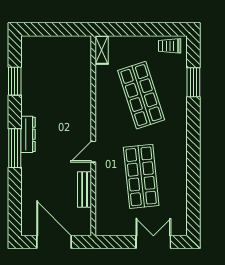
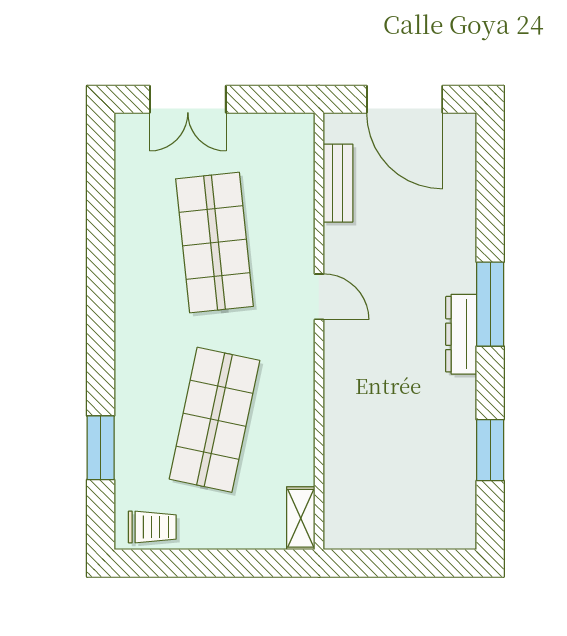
shop shelf: (141, 95) -> (214, 420), turned 30
door: (93, 152) -> (319, 297), hinge flipped
bench: (85, 190) -> (338, 183), moved

